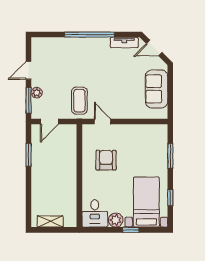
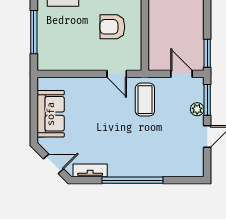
door: (49, 122) -> (182, 74), hinge flipped
window: (29, 155) -> (207, 53), moved
window: (170, 156) -> (34, 32), width x1.44
armchair: (106, 160) -> (112, 27), turned 90

